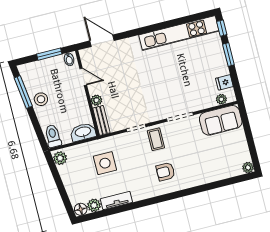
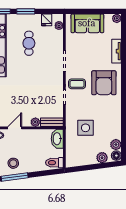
cafe table: (191, 68) -> (29, 43), added
stool: (41, 99) -> (13, 163), moved
sofa: (221, 120) -> (87, 23), moved, turned 90
plant: (60, 158) -> (102, 158), moved
armchair: (165, 172) -> (104, 83), width x1.88, depth x1.88
tv unit: (116, 201) -> (117, 51), moved

